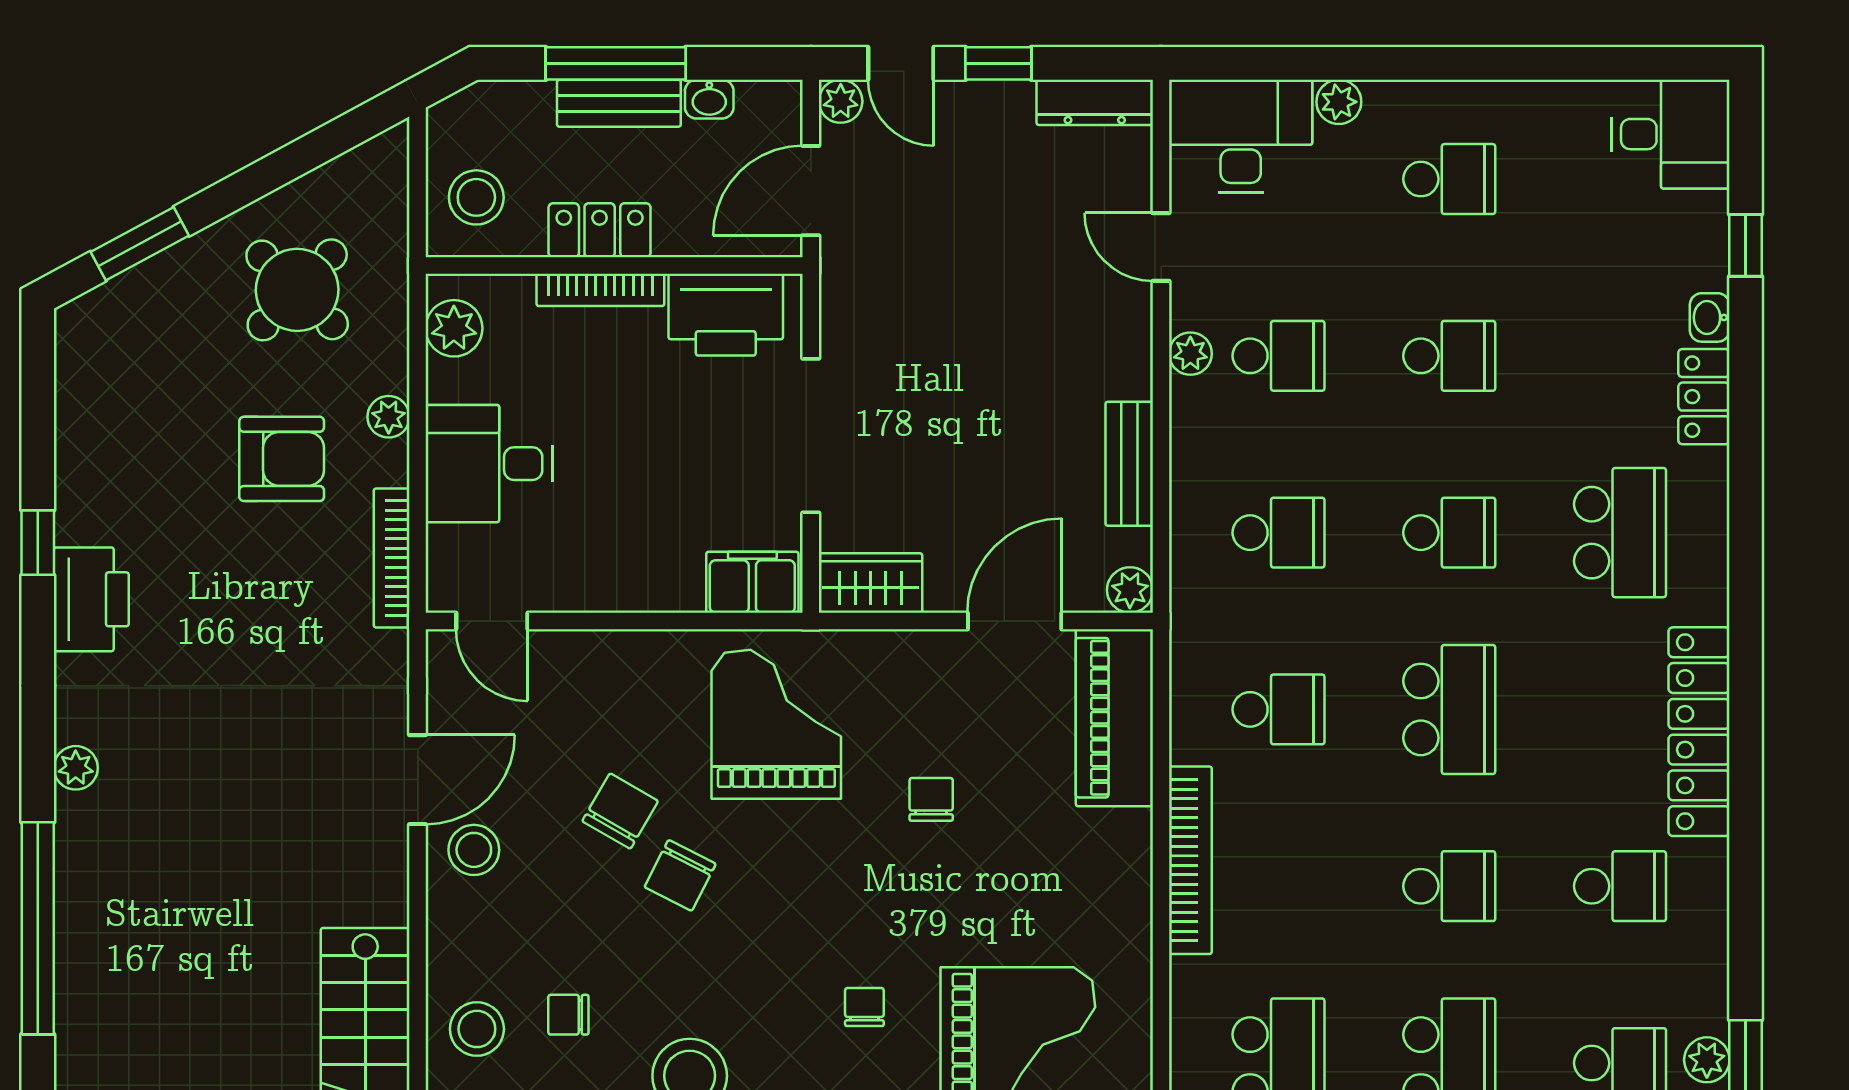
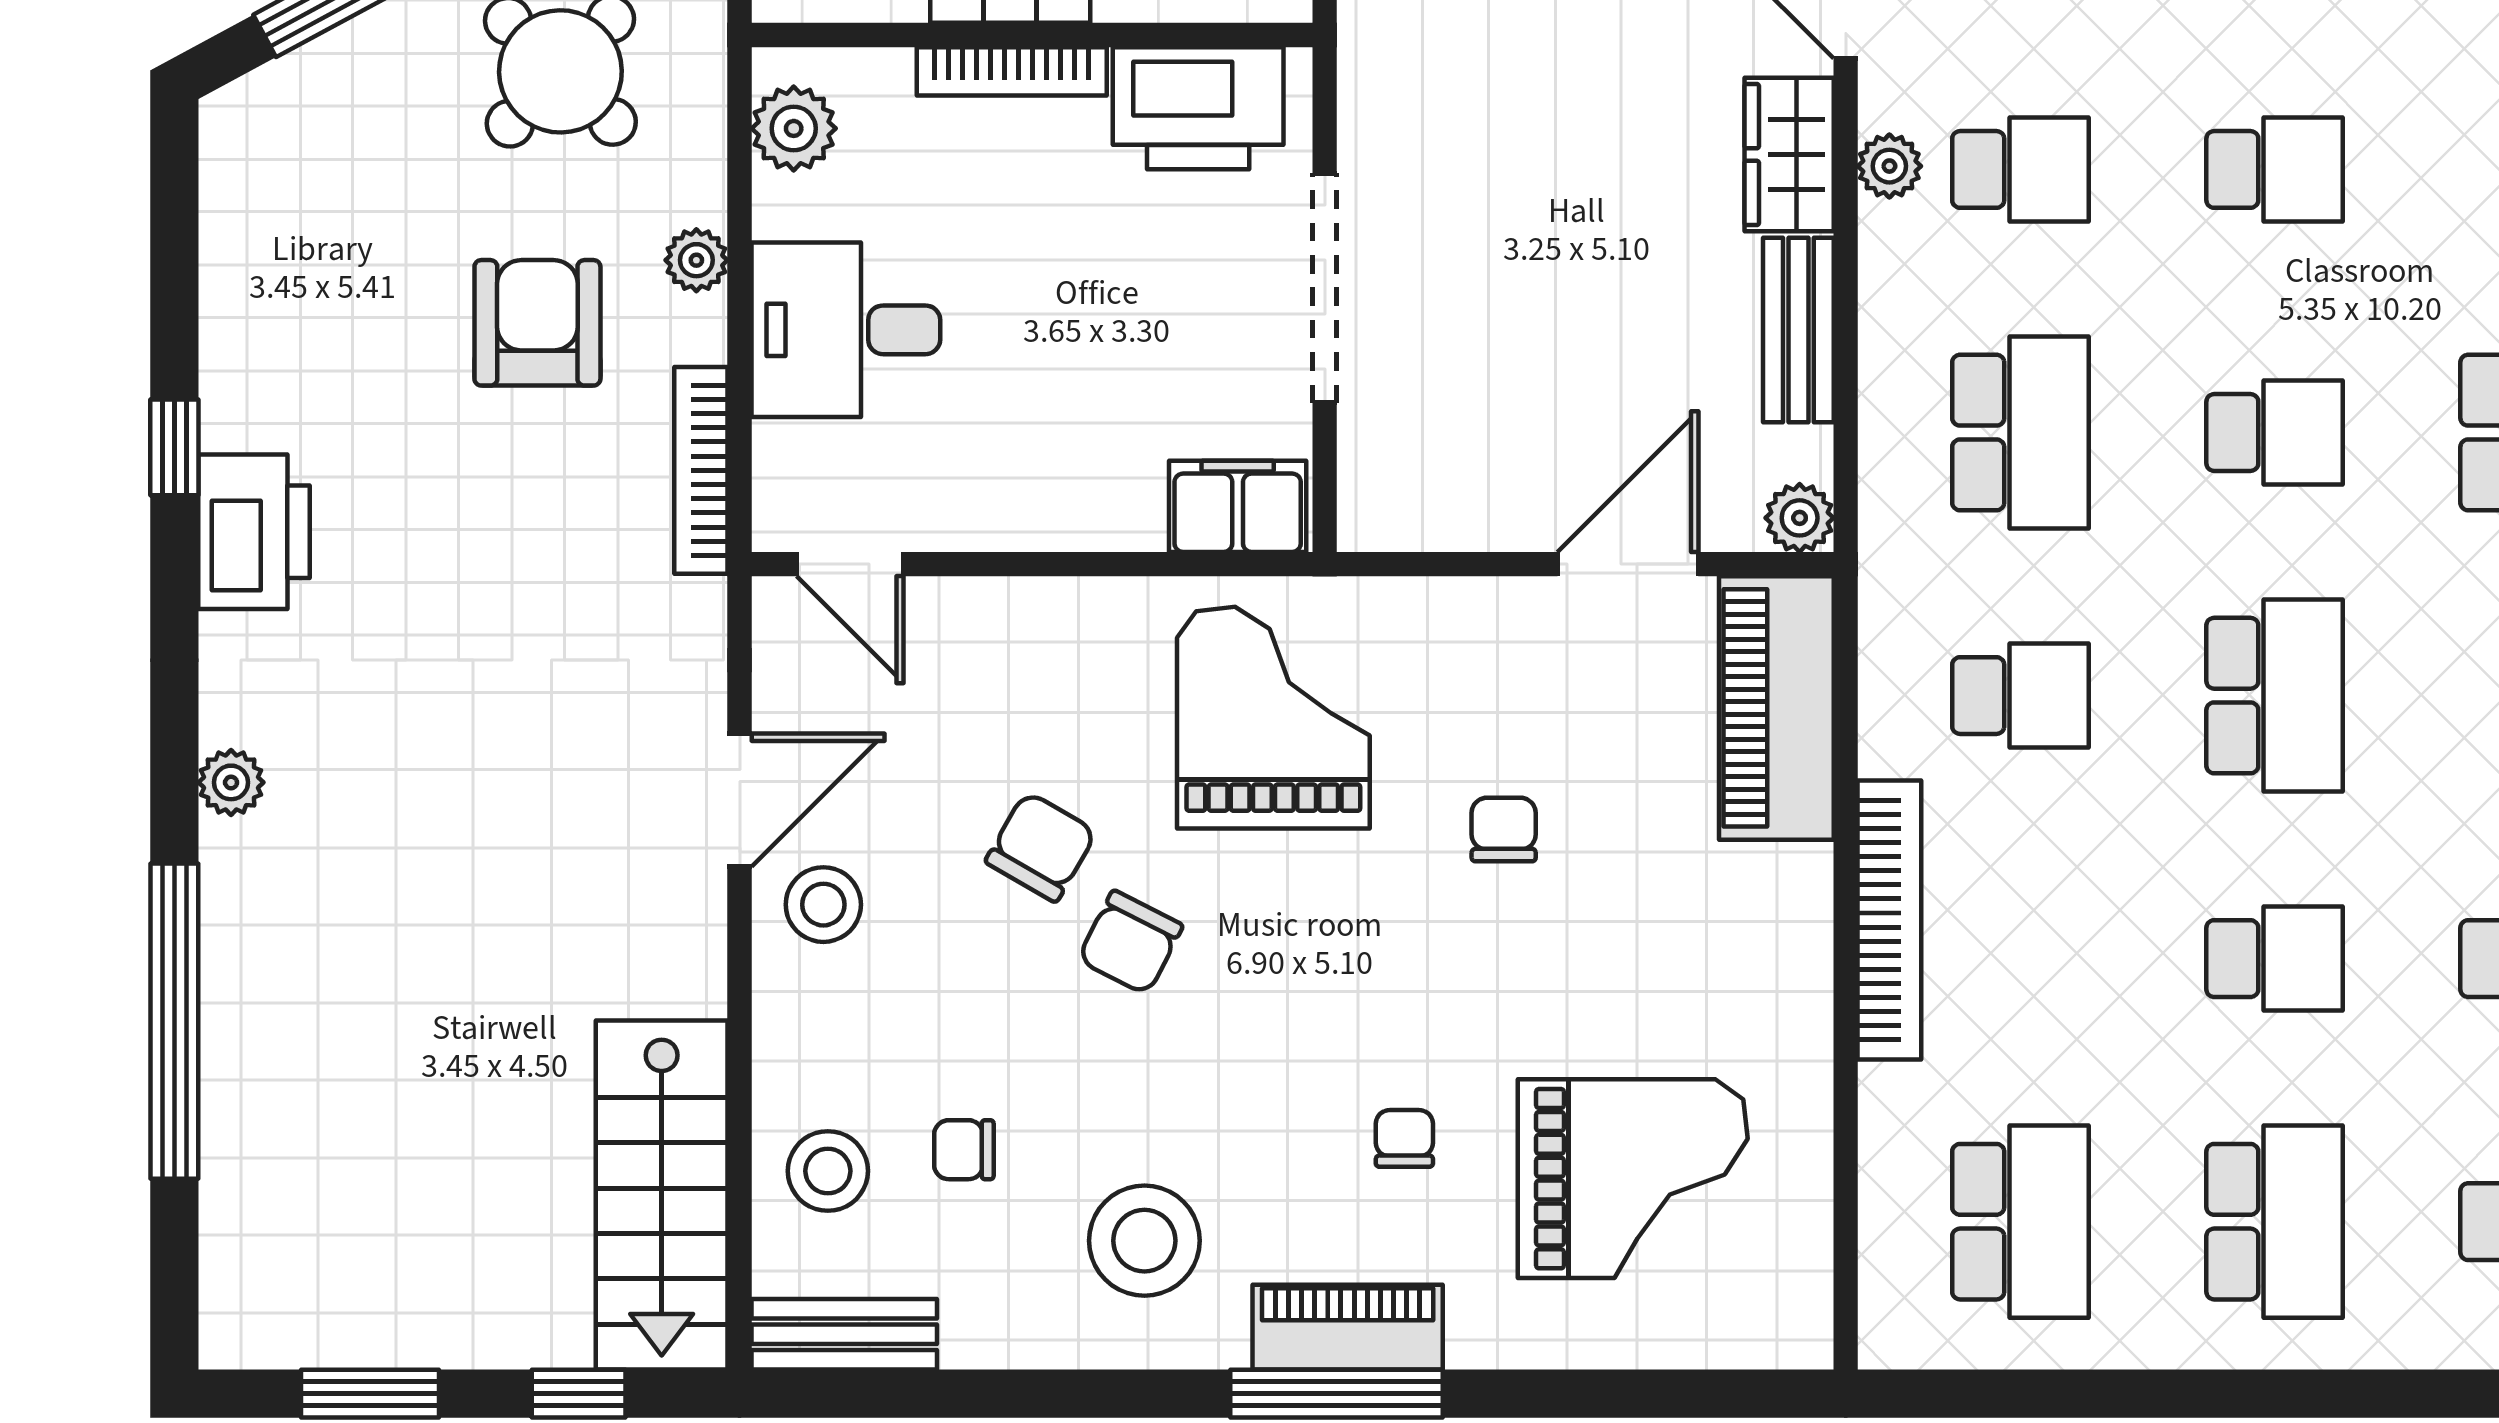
armchair: (282, 459) -> (537, 323), turned -90
school desk: (1278, 533) -> (2020, 433), width x1.85
wardrobe: (871, 583) -> (1789, 155), moved, turned -90

